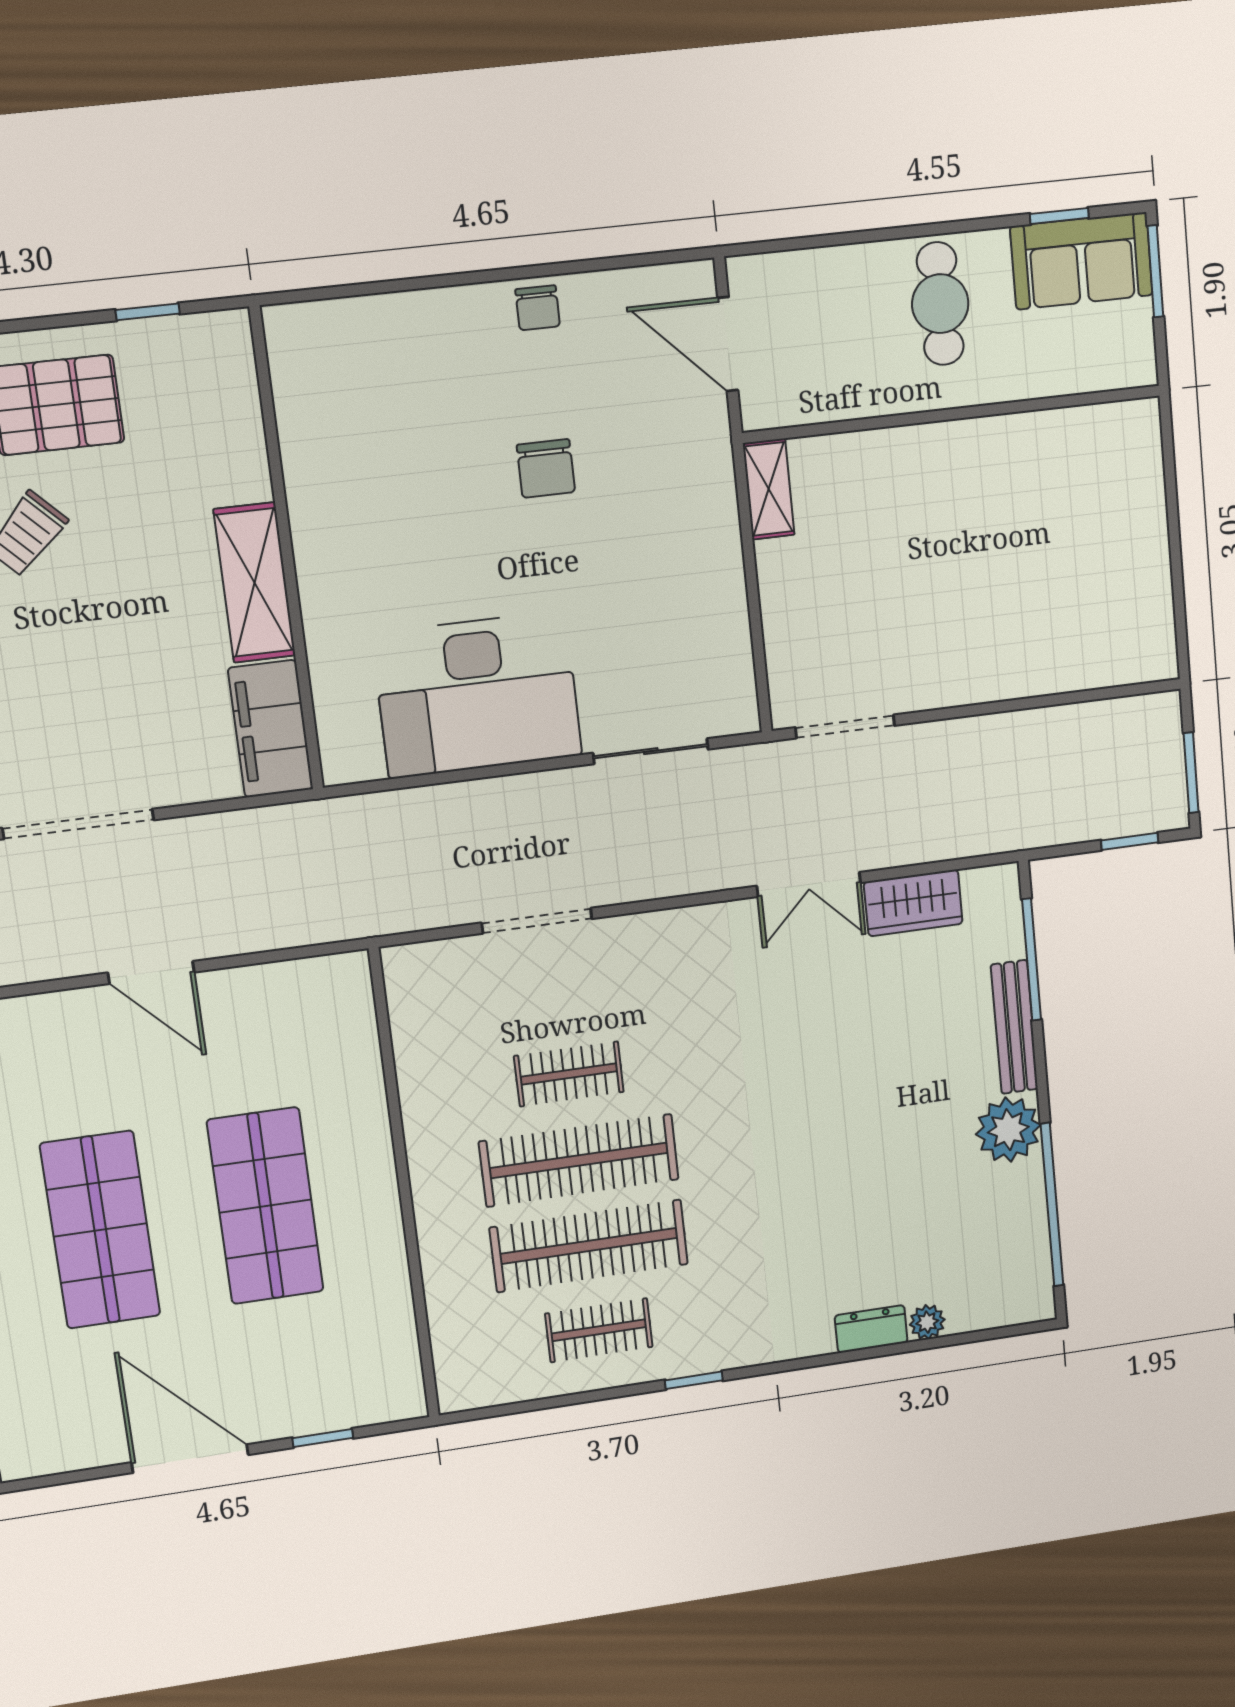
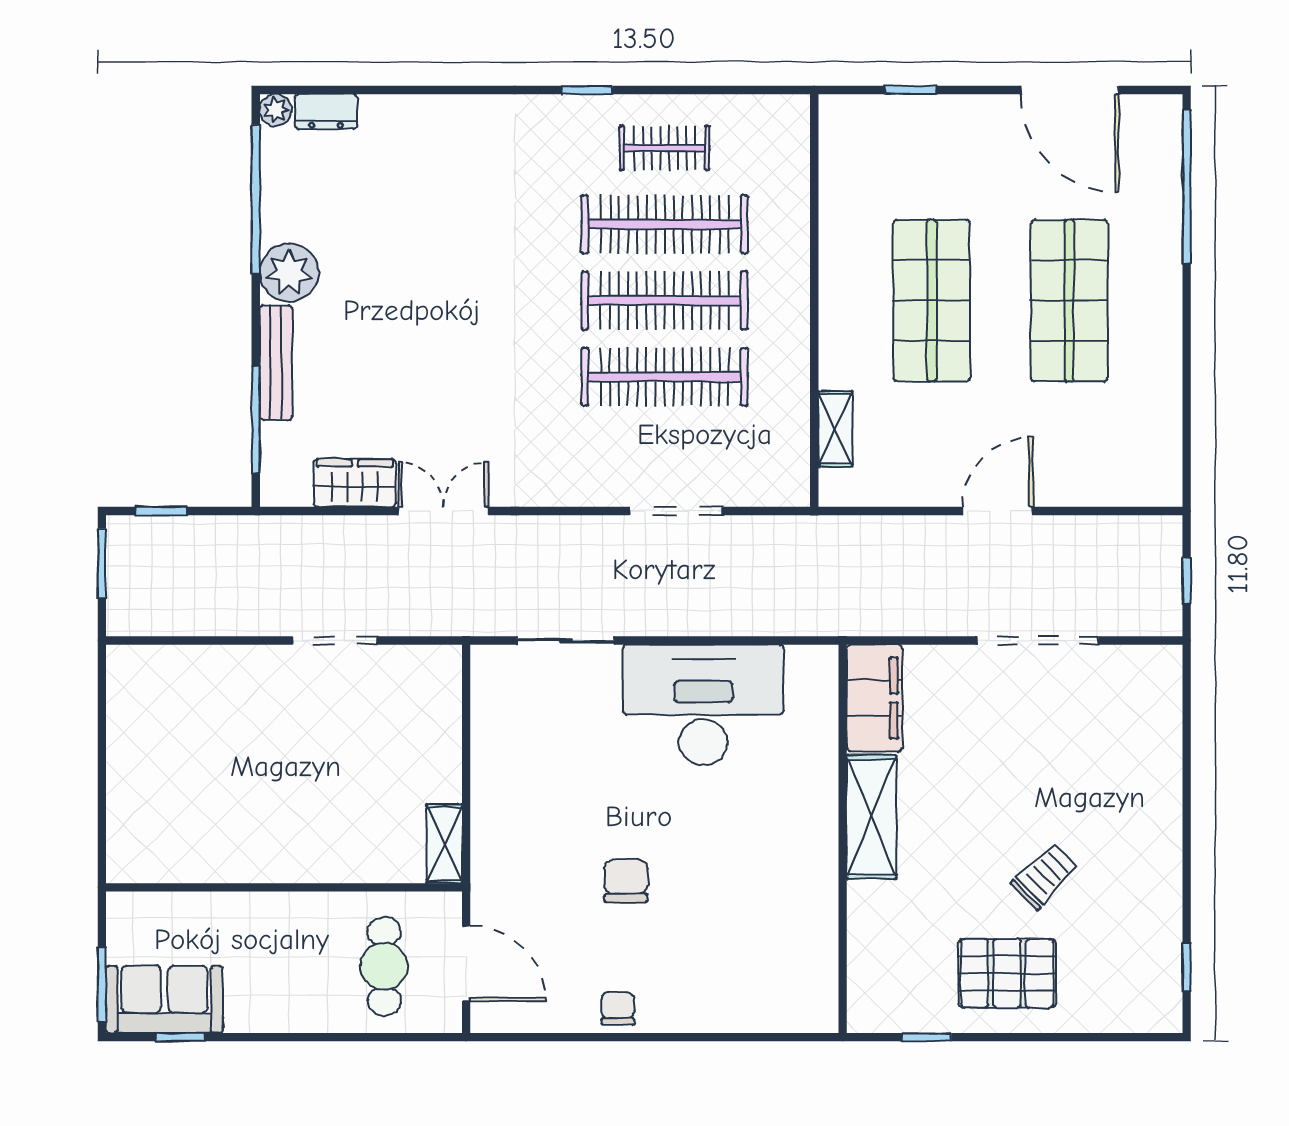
cafe table: (940, 304) -> (384, 966), moved
doorway: (845, 726) -> (335, 640), moved
door: (151, 973) -> (998, 511), hinge flipped
shelving: (360, 1042) -> (835, 429), added
clothes rail: (569, 1074) -> (665, 377), width x1.86, depth x1.31
plant: (927, 1322) -> (276, 110), moved
dresser: (871, 1329) -> (326, 112), moved
door: (190, 1459) -> (1070, 90), moved

